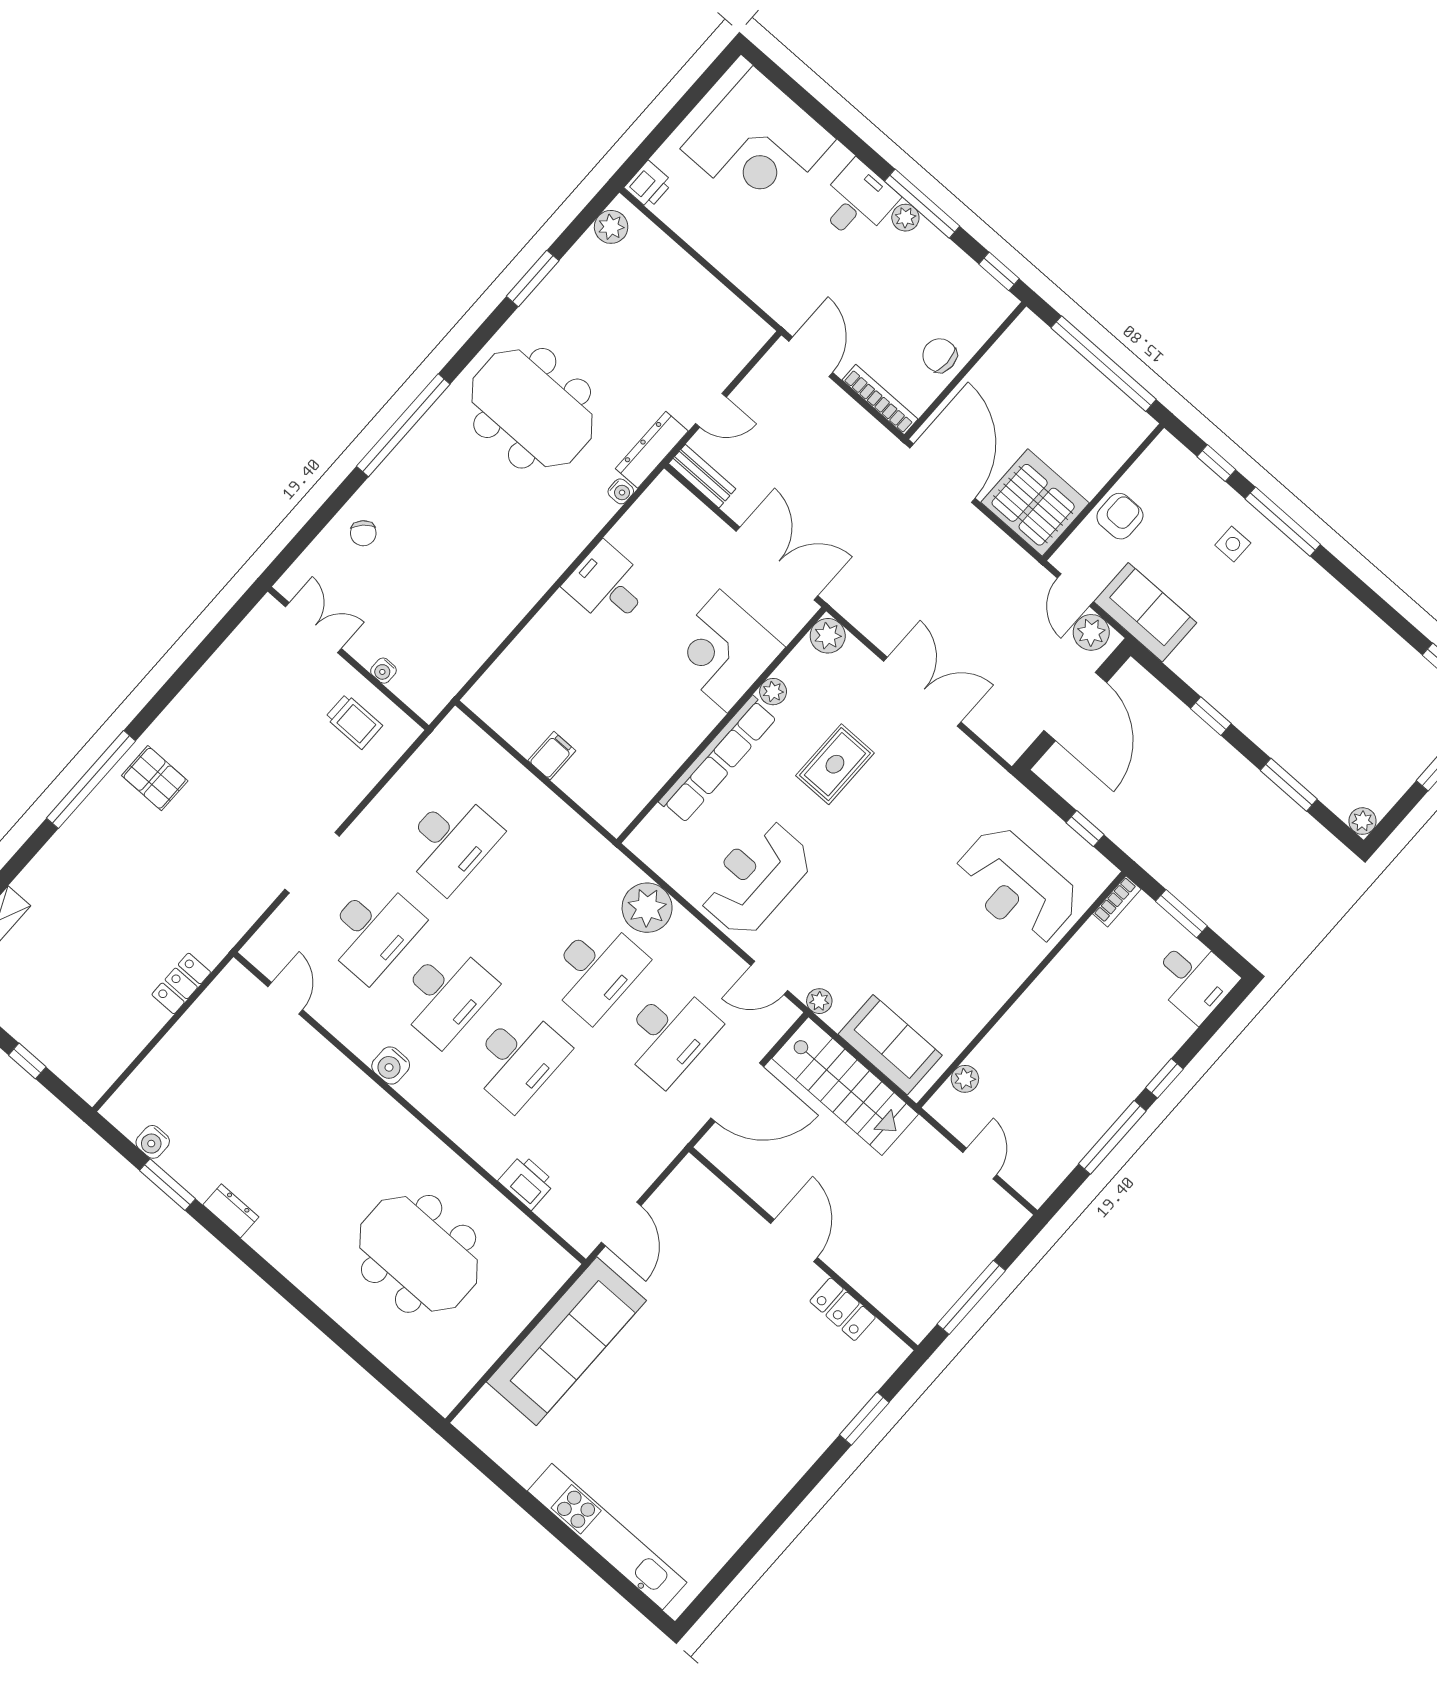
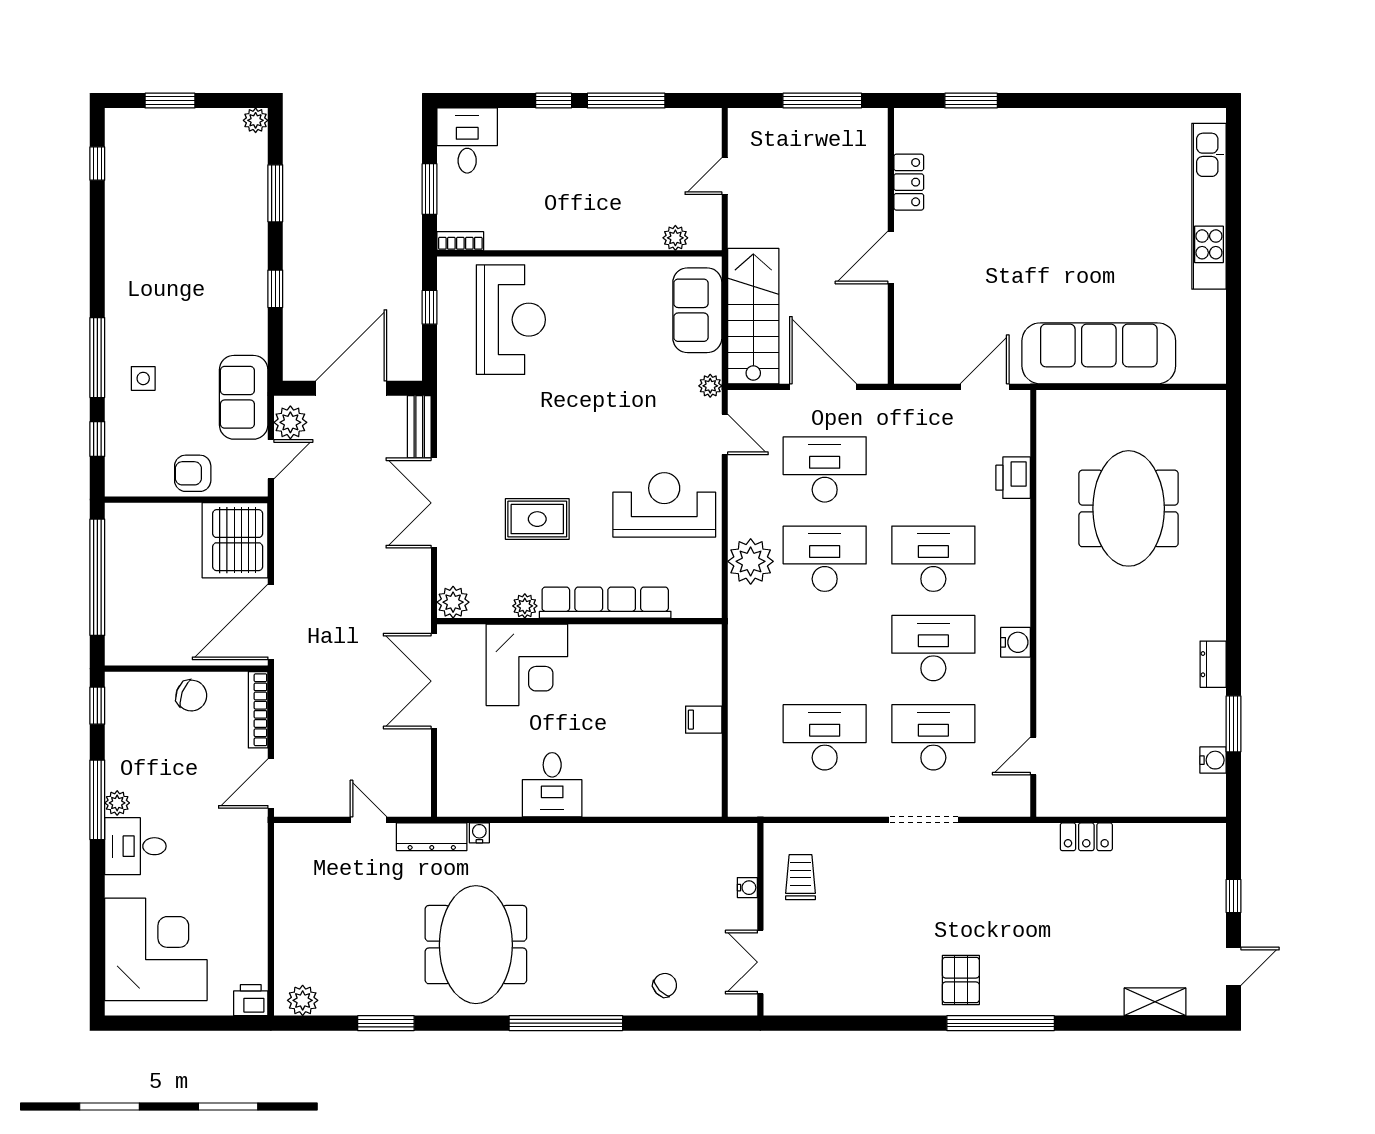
chair: (940, 355) -> (191, 696), turned -69
bench: (702, 476) -> (419, 427), moved
reception desk: (755, 878) -> (664, 505), turned 180

